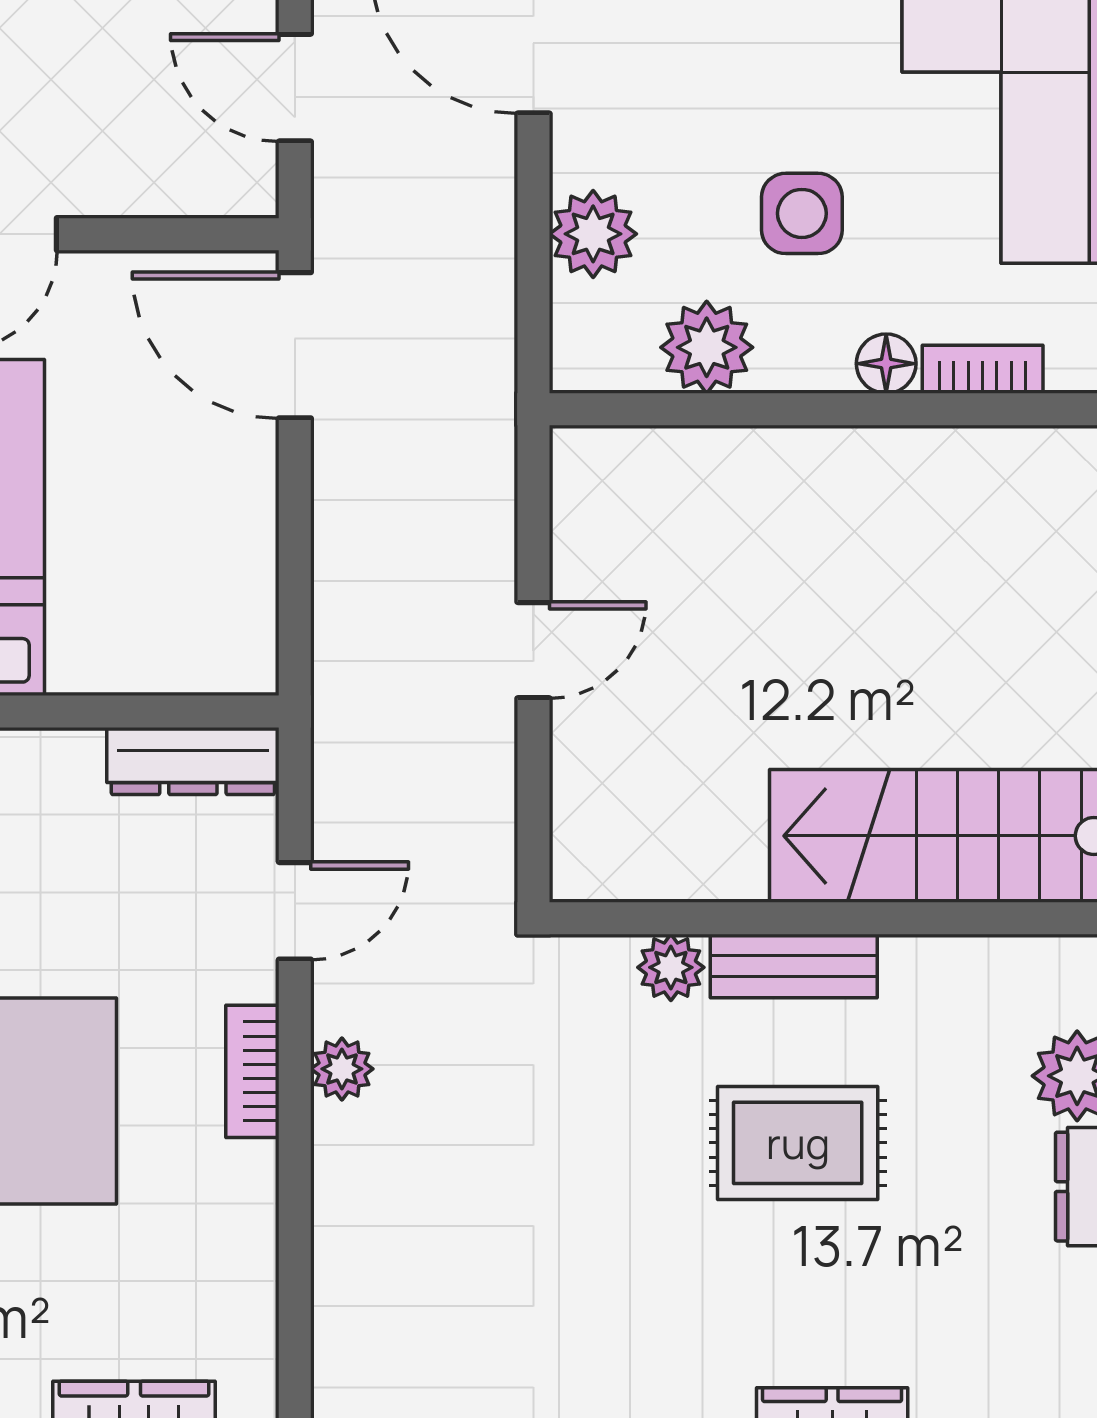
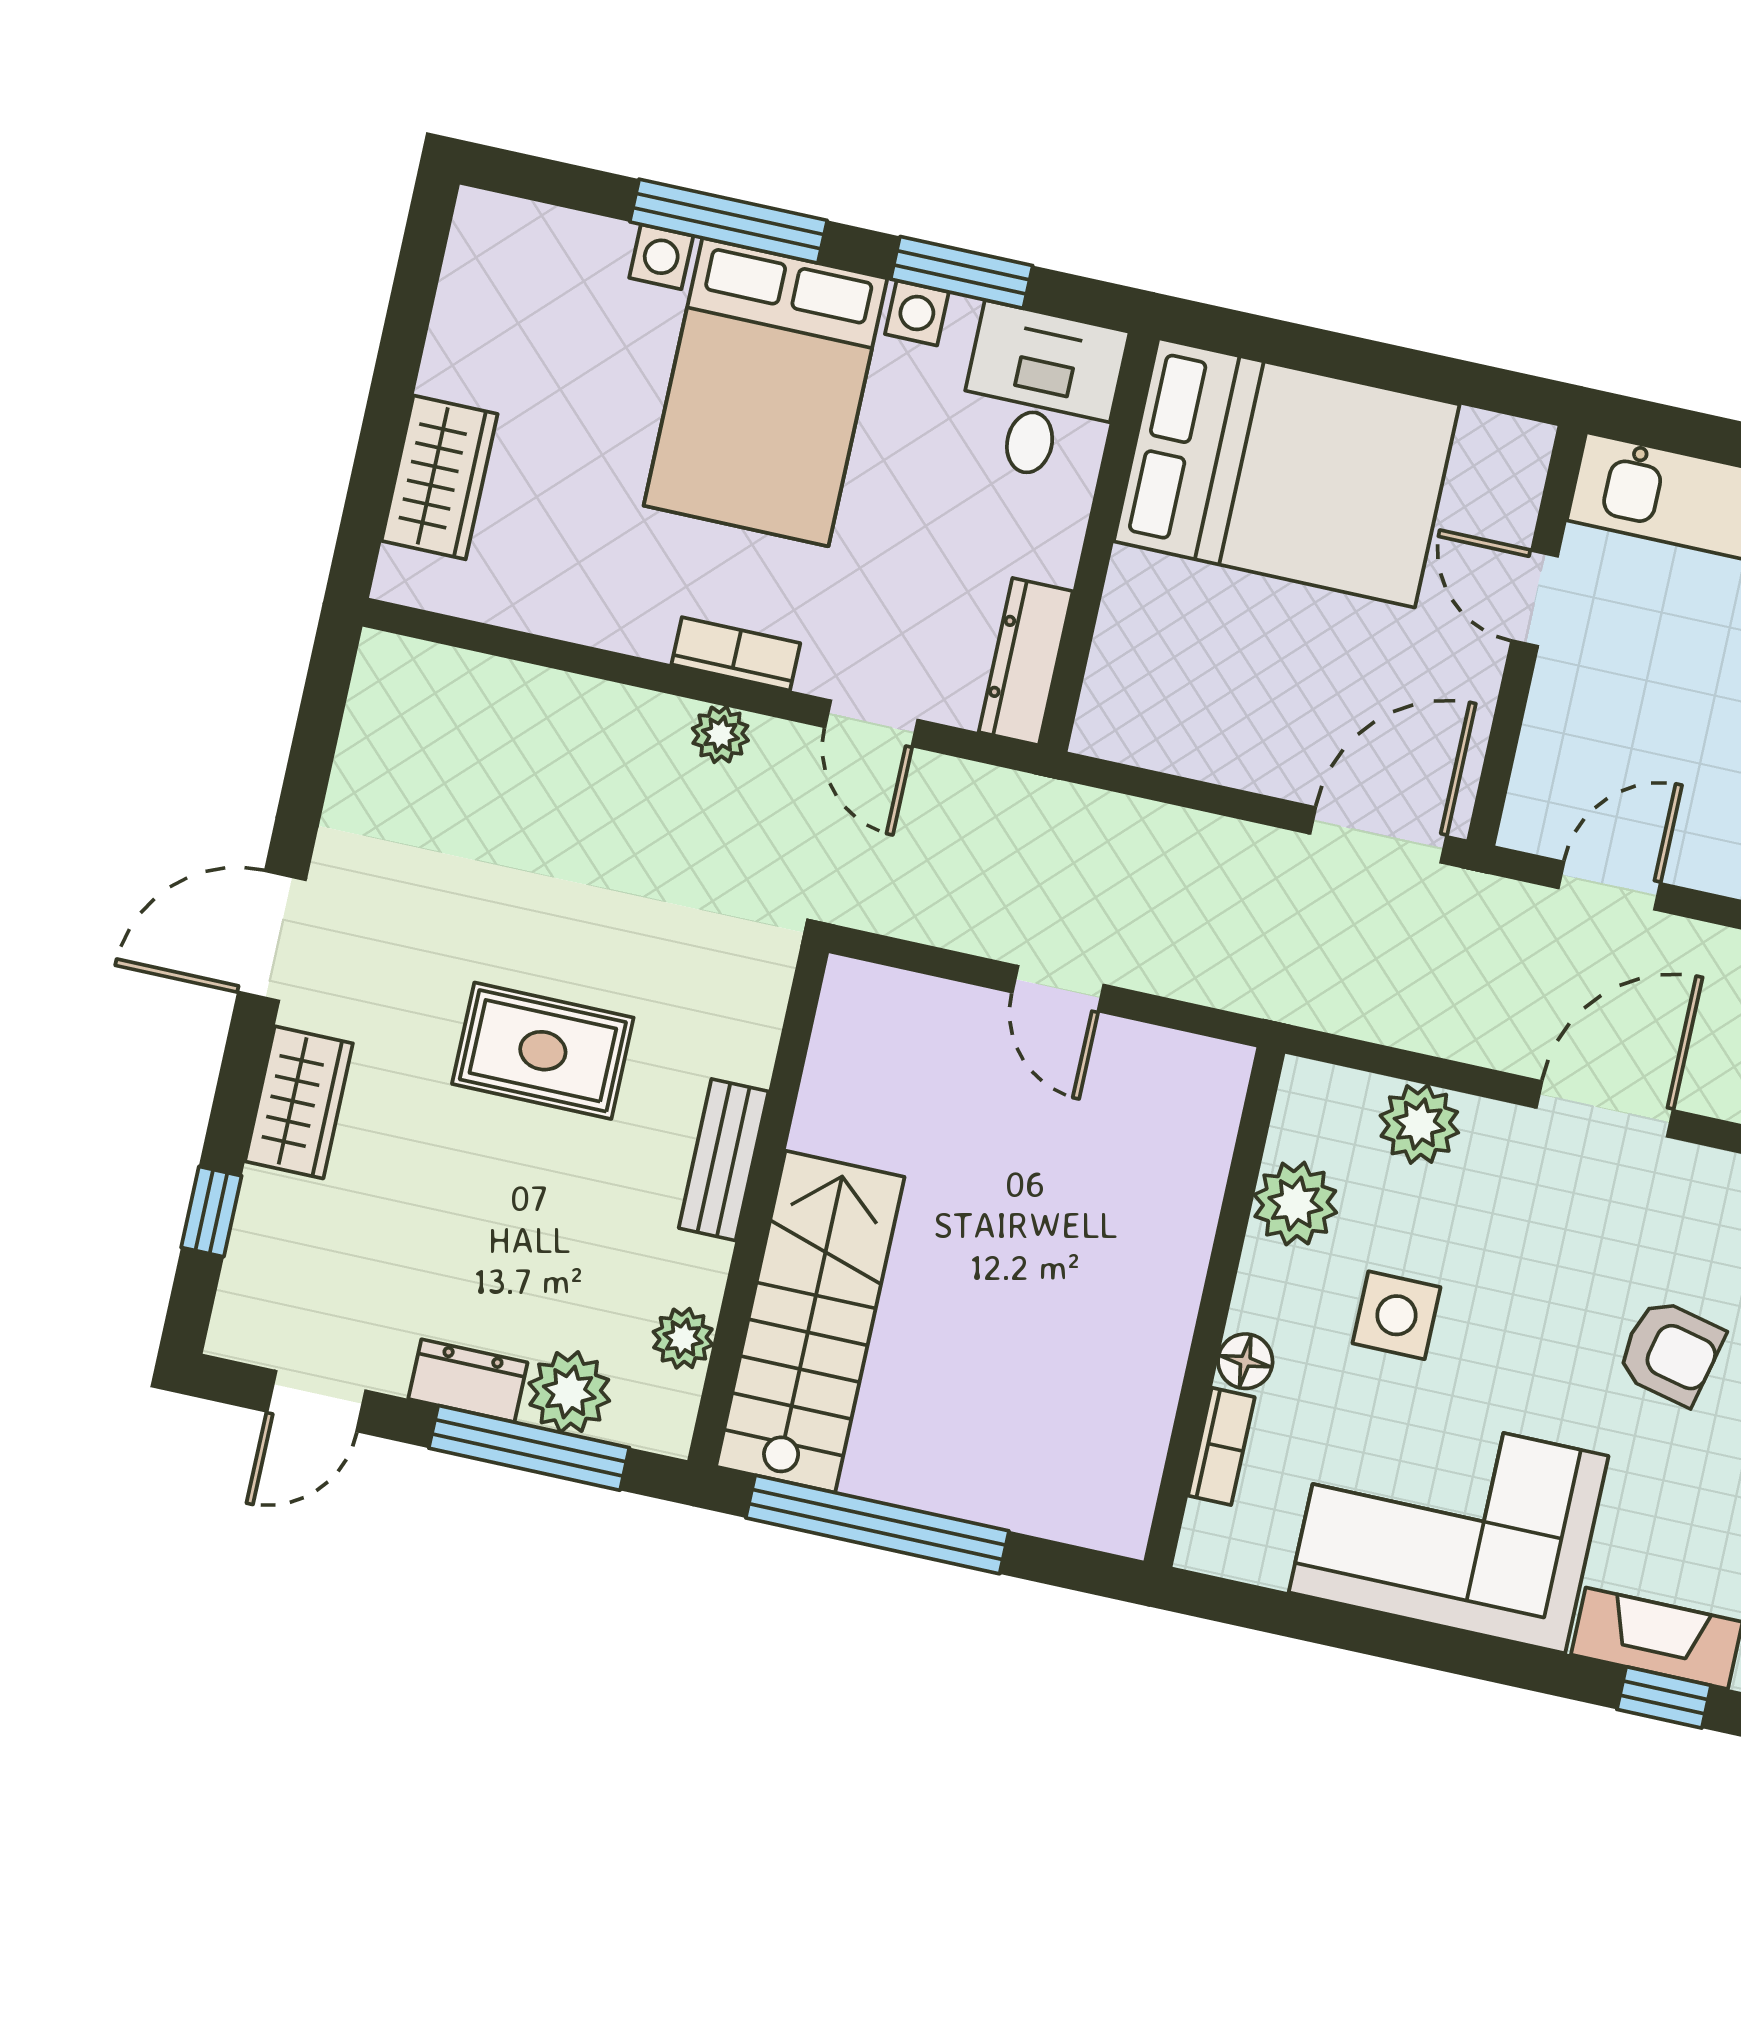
plant: (671, 967) -> (683, 1338), moved
rug: (798, 1143) -> (543, 1051), moved, turned 90

